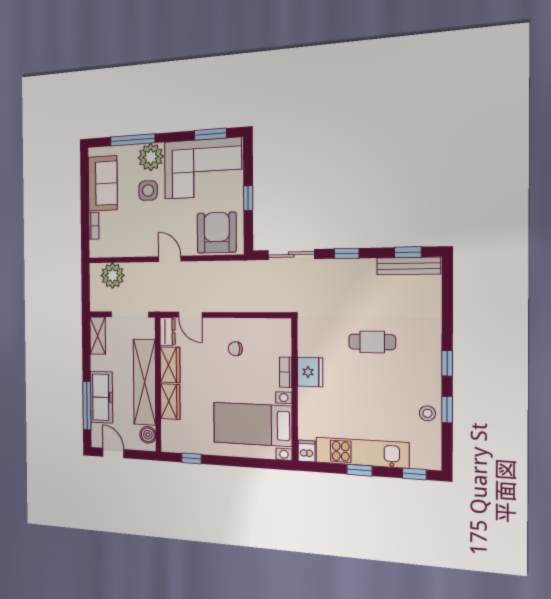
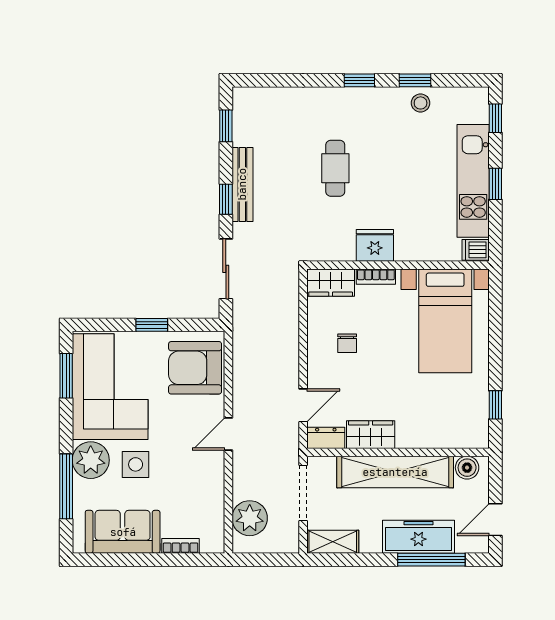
bench: (408, 266) -> (242, 184), moved
wardrobe: (170, 402) -> (331, 283), moved, turned 180

